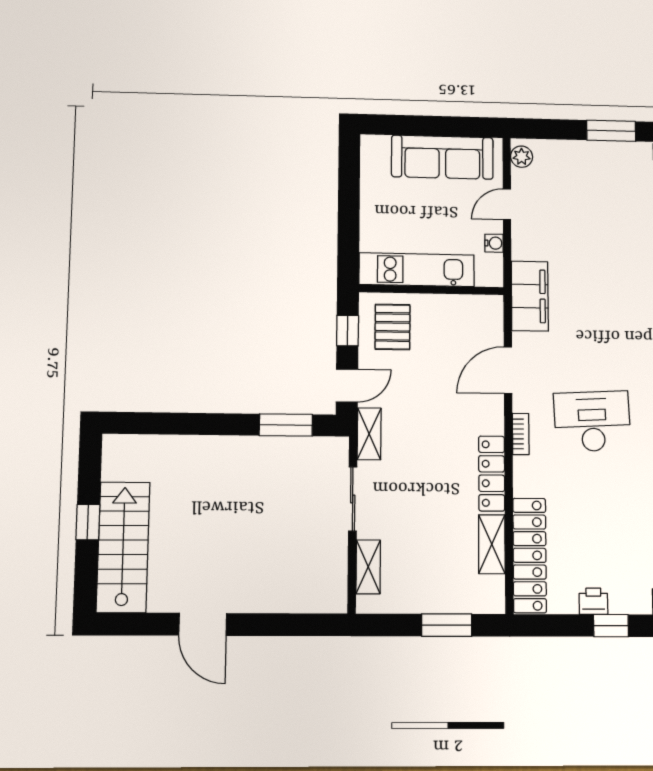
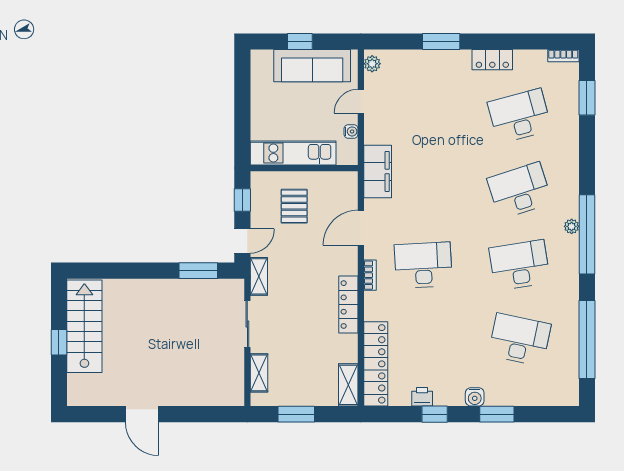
window: (426, 126) -> (300, 42), added
pallet: (393, 327) -> (294, 206), moved
shelving: (492, 544) -> (348, 385), moved
stairs: (123, 547) -> (84, 326), moved
window: (447, 625) -> (296, 414), moved

